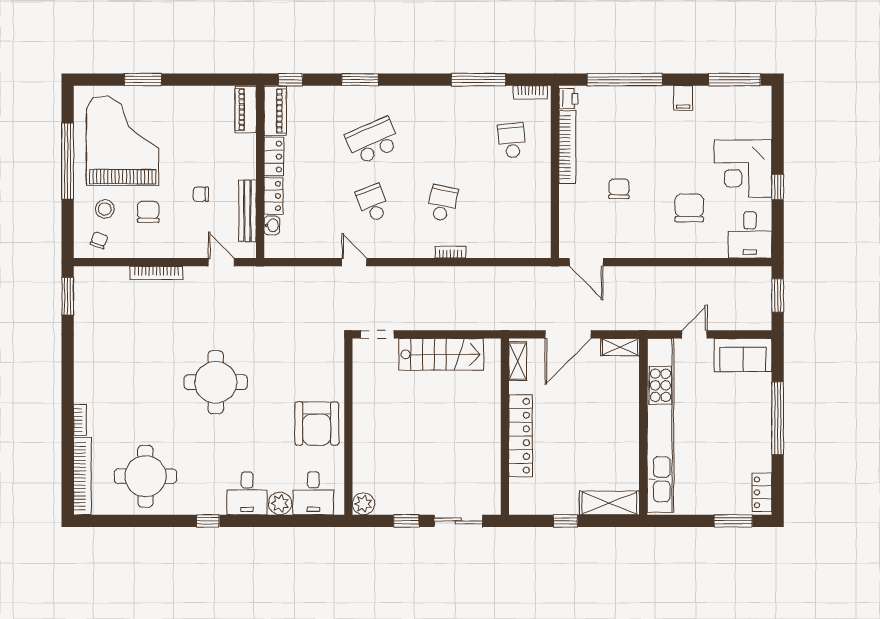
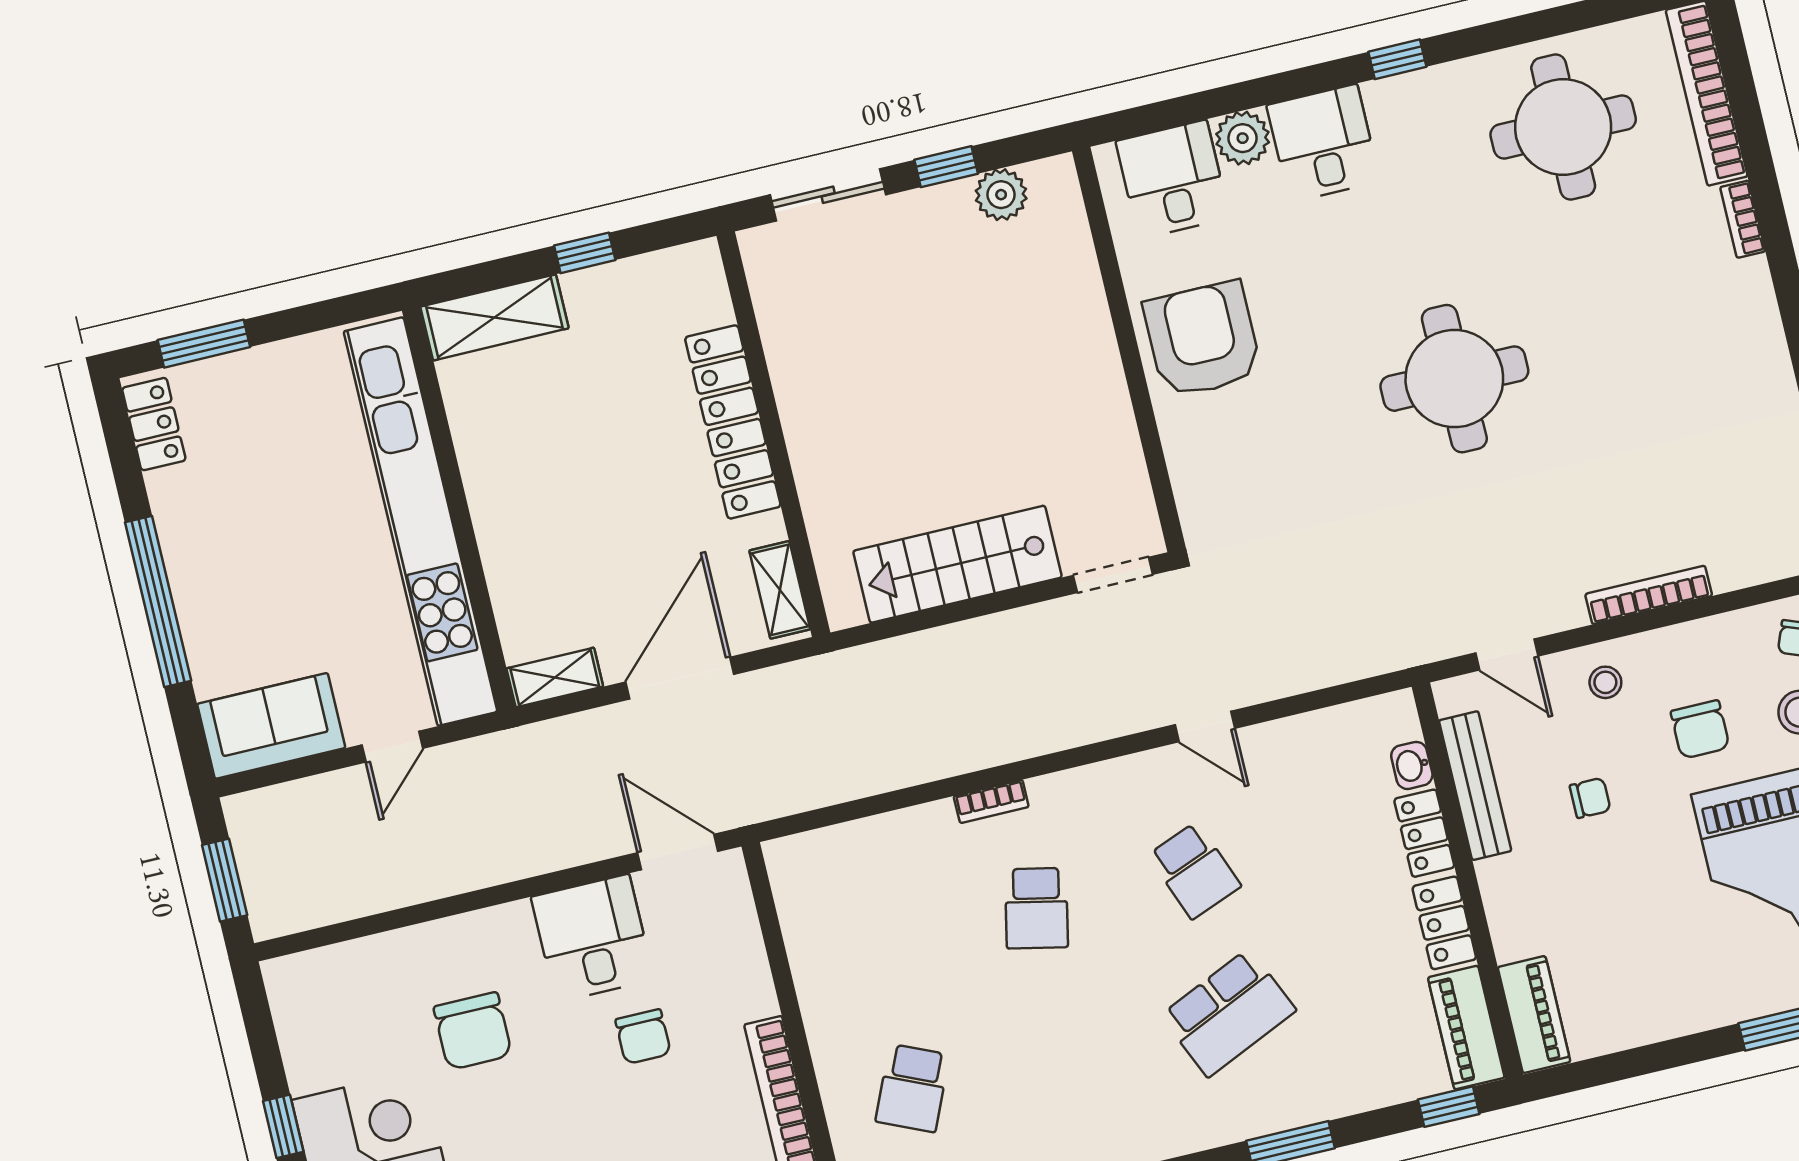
school desk: (512, 141) -> (912, 1088), turned 30
desk: (750, 235) -> (592, 938), moved
stool: (183, 241) -> (1605, 682), added
plant: (363, 504) -> (1001, 195), moved

